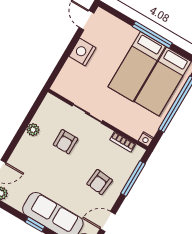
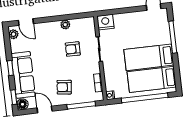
window: (152, 35) -> (173, 37), moved
nightstand: (82, 52) -> (105, 22), moved

